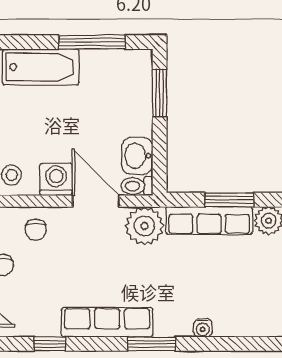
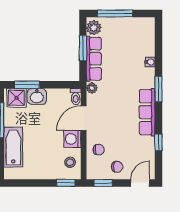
shower: (135, 73) -> (17, 98), added
washbasin: (137, 156) -> (37, 96), moved
plant: (144, 226) -> (92, 88), width x0.53, depth x0.53

